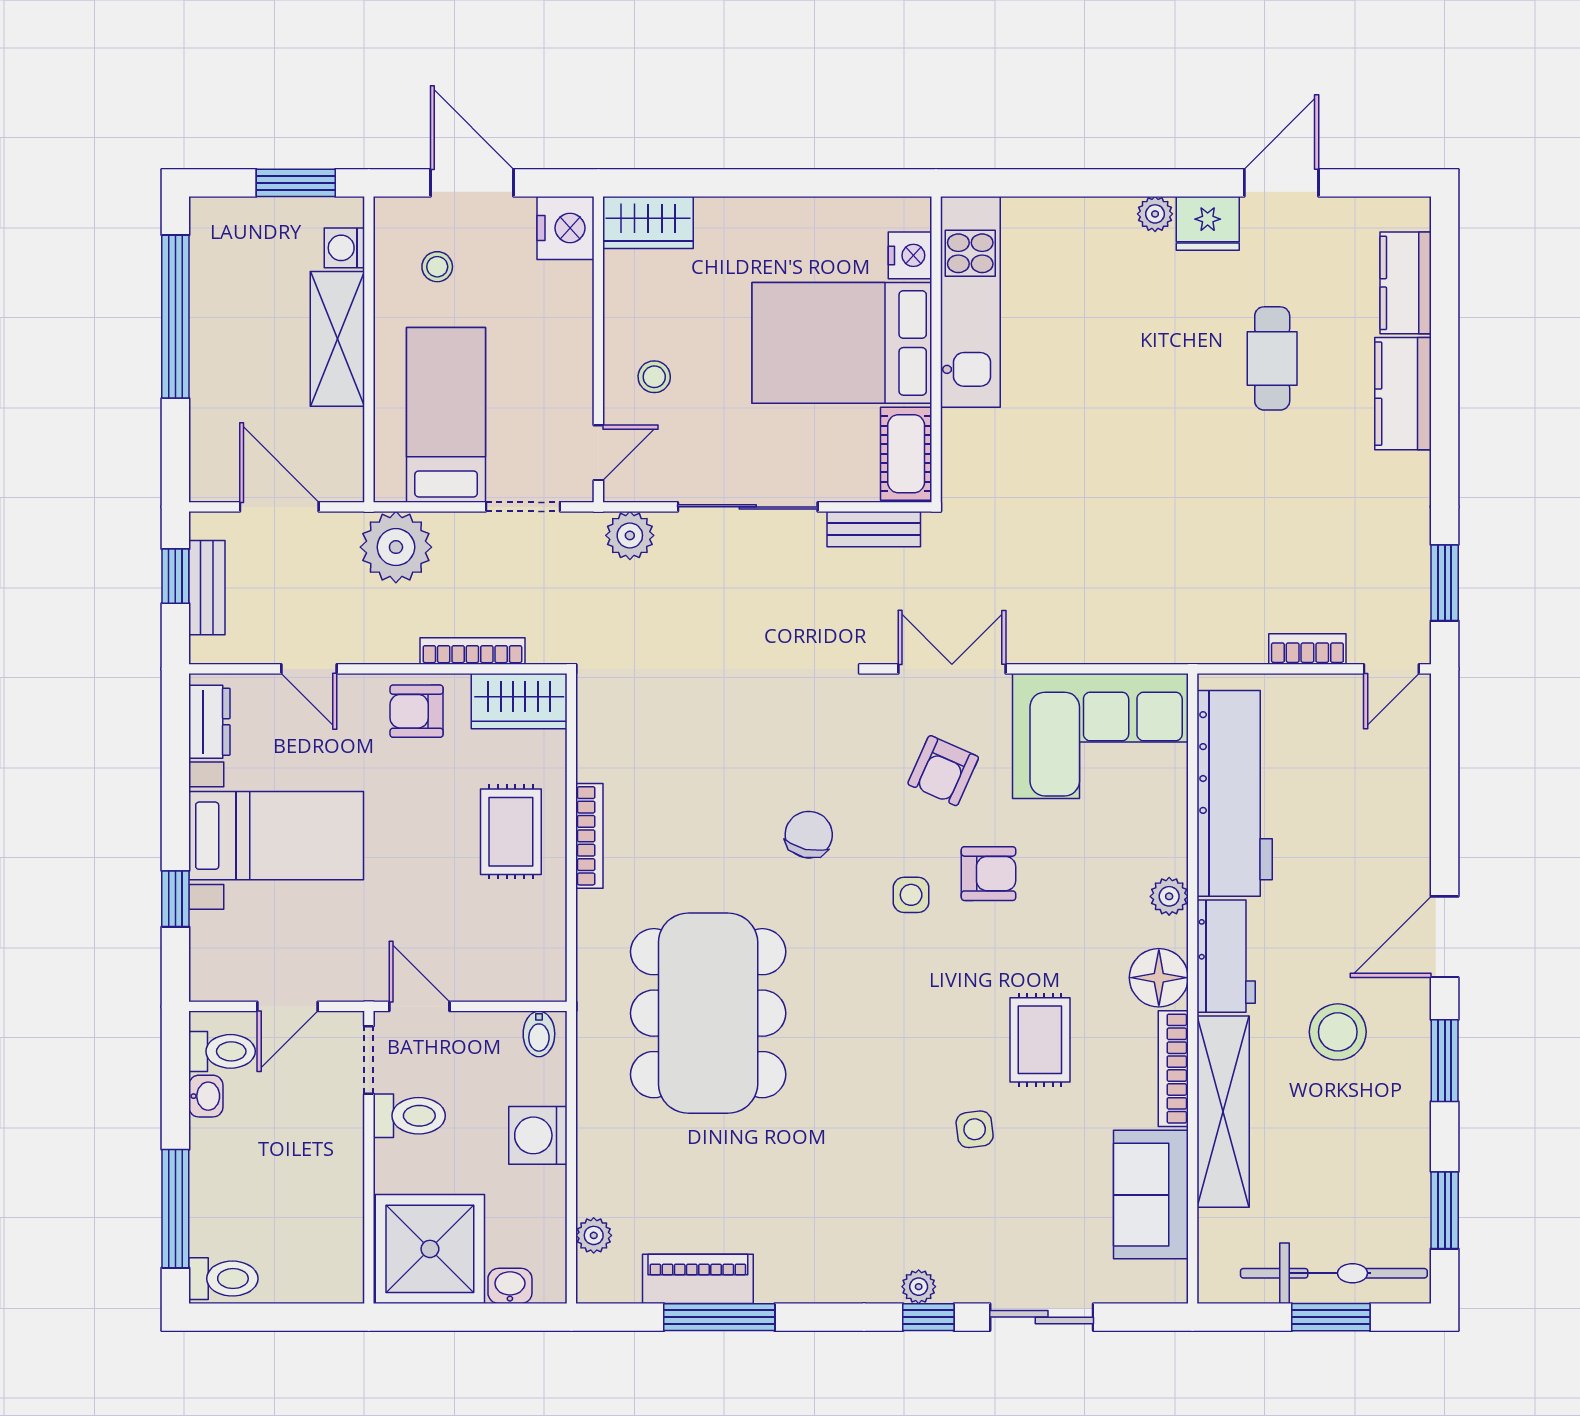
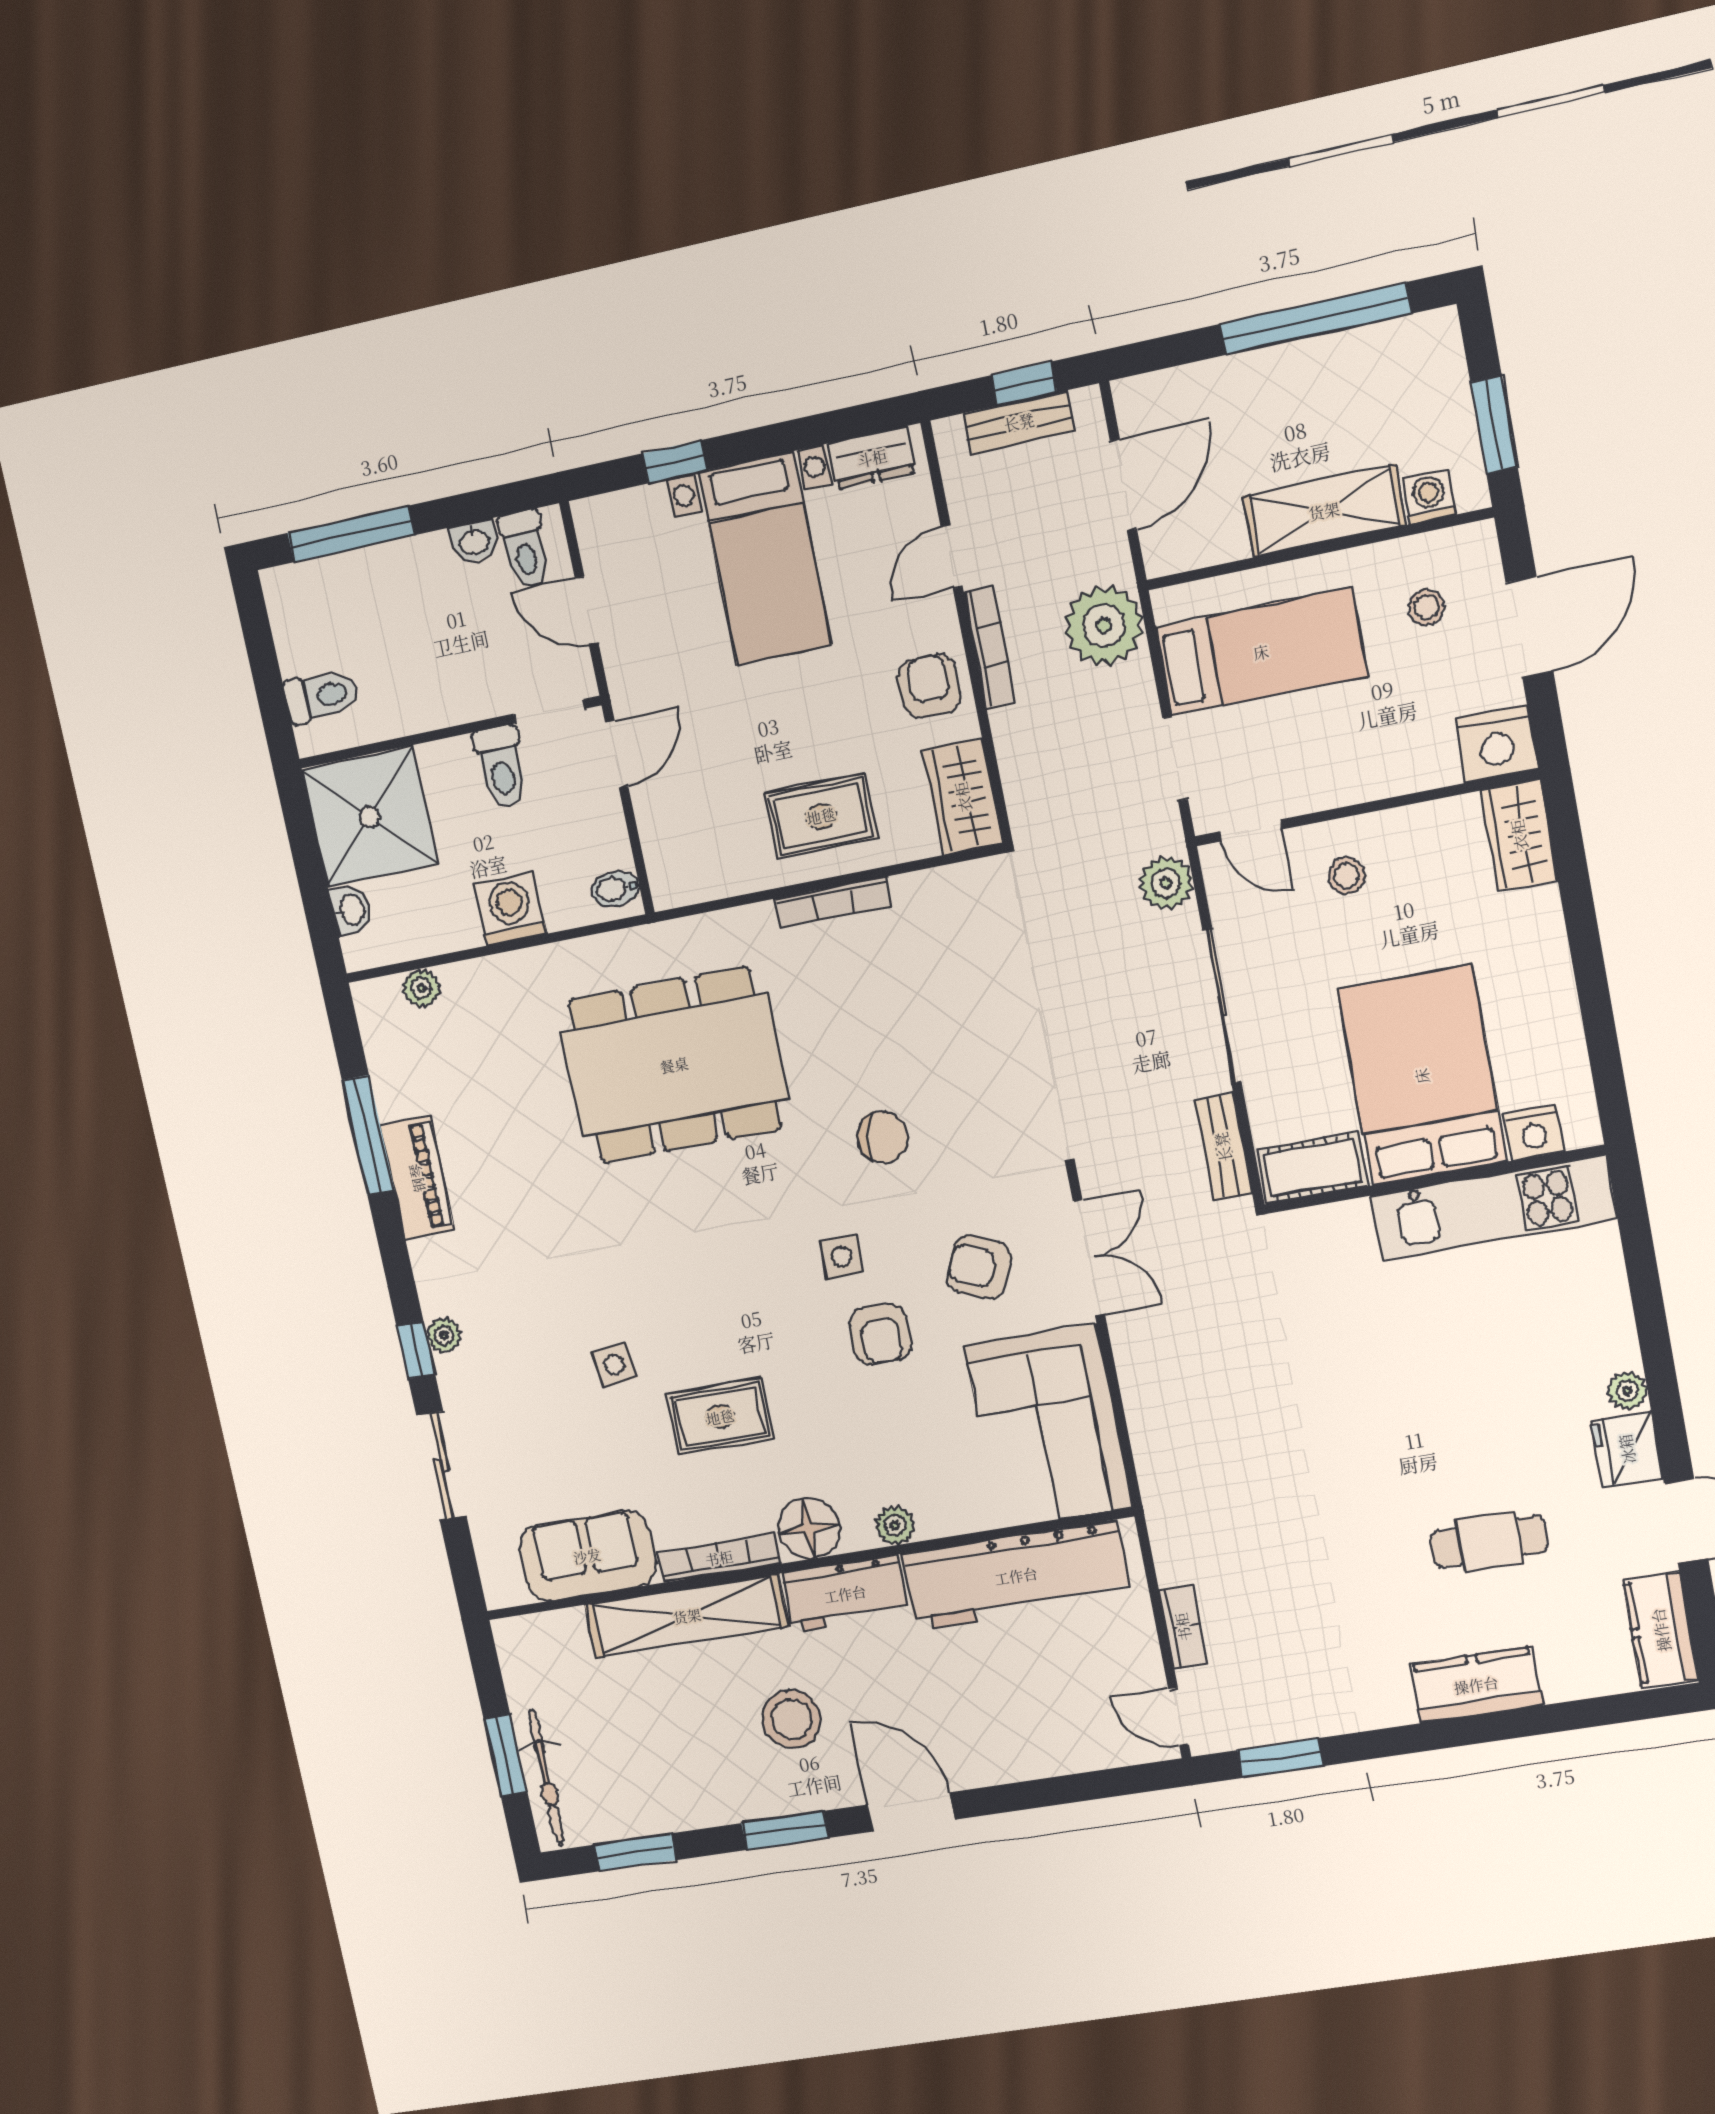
kitchen counter: (1406, 283) -> (1661, 1630), moved, turned -90
bookcase: (472, 651) -> (990, 646), moved
bicycle: (1334, 1273) -> (546, 1778), width x0.73, depth x0.71
toilet: (223, 1279) -> (322, 696), moved, turned -90
piano: (698, 1279) -> (417, 1178), moved

